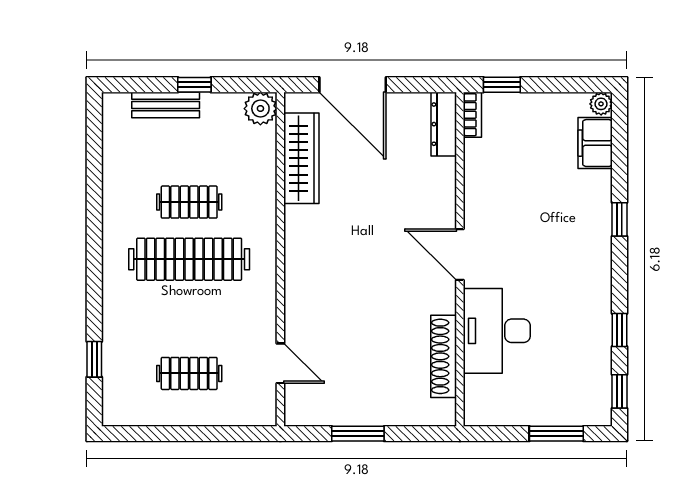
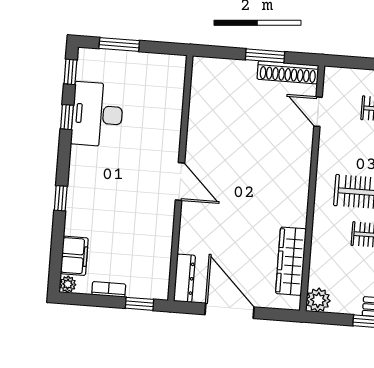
door: (353, 85) -> (230, 311), moved
bookcase: (472, 115) -> (109, 289), moved, turned 90
desk: (497, 331) -> (97, 114), moved, turned 180
shoe rack: (444, 356) -> (288, 72), moved, turned 90

